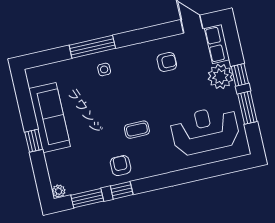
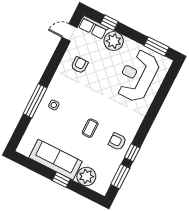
window: (240, 75) -> (109, 23), moved
window: (247, 108) -> (157, 46), moved
coffee table: (137, 130) -> (90, 128), moved
plant: (59, 191) -> (86, 176), moved, width x1.87, depth x1.87

